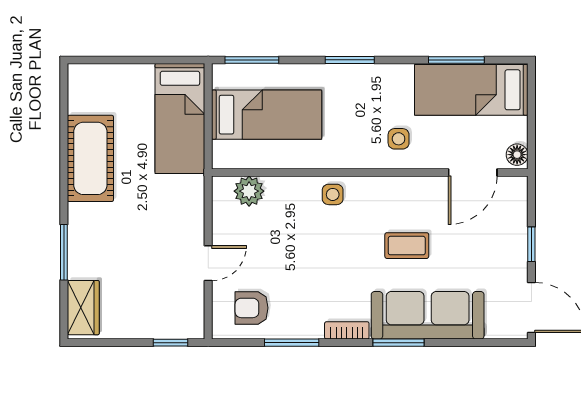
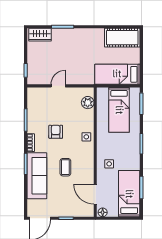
cot: (90, 158) -> (122, 38), moved
door: (208, 263) -> (58, 86), swing flipped
armchair: (252, 308) -> (56, 132), moved

